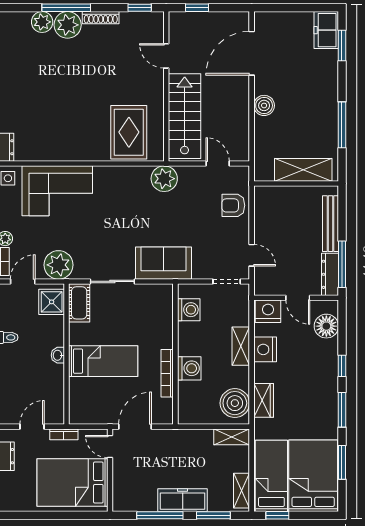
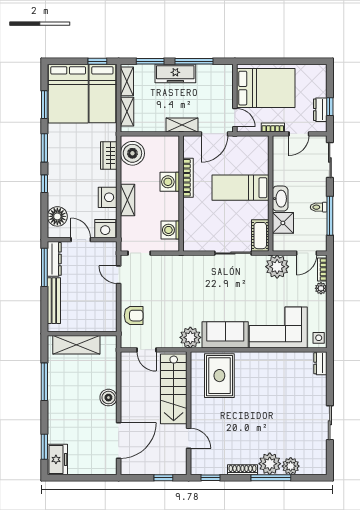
sofa: (164, 263) -> (225, 335), moved, turned 180
shower: (52, 302) -> (283, 223), moved
washbasin: (58, 355) -> (280, 199), width x1.91, depth x1.45
shelving: (174, 437) -> (182, 125), added
shelving: (232, 437) -> (127, 112), moved, turned 90

